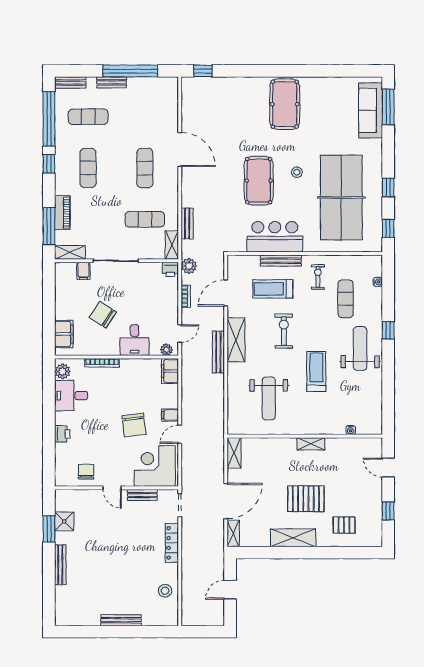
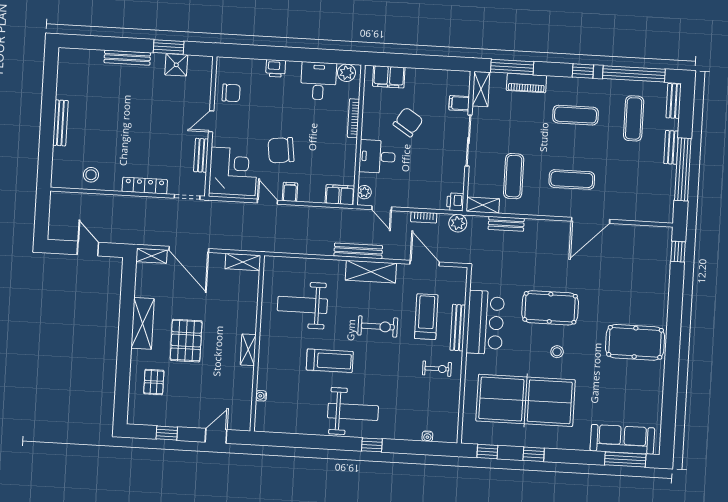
exercise mat: (346, 299) -> (410, 399), removed

